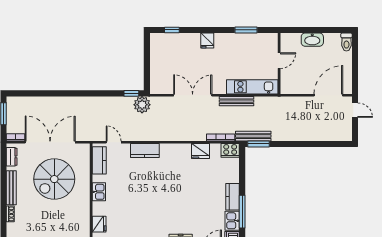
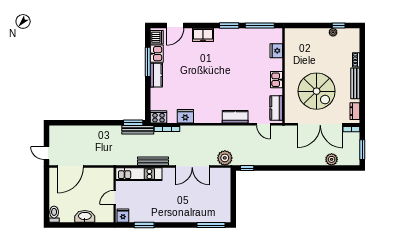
window: (172, 30) -> (211, 225), width x2.17
fridge: (207, 40) -> (123, 216), moved
plant: (38, 103) -> (332, 159), added
plant: (142, 105) -> (225, 158), moved
spiral stairs: (54, 179) -> (317, 91), turned 90

